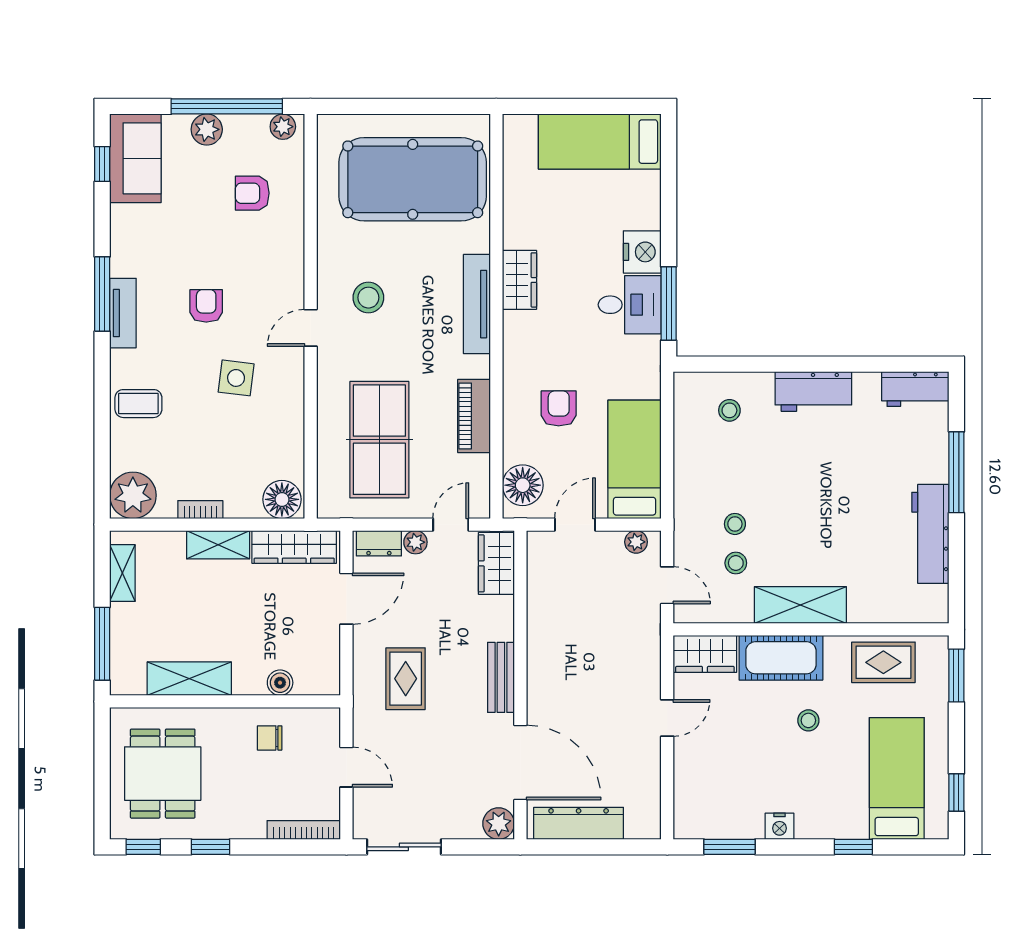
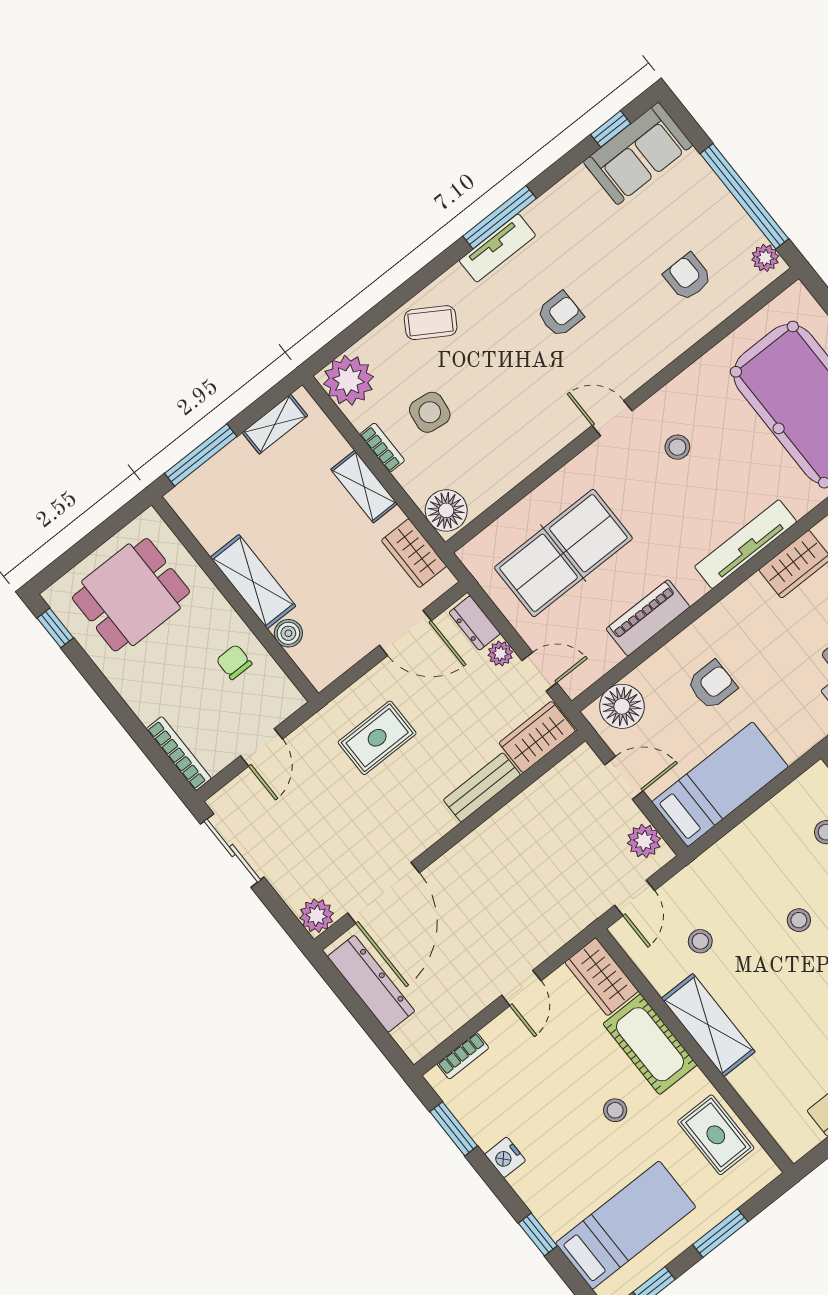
plant: (207, 129) -> (711, 195), removed
stool: (368, 298) -> (677, 447), width x0.73, depth x0.73
side table: (236, 378) -> (430, 412), moved
coffee table: (138, 404) -> (431, 323), turned -58
stool: (735, 524) -> (799, 920), moved
plant: (636, 542) -> (644, 841), width x1.38, depth x1.38
wardrobe: (294, 547) -> (414, 553), width x0.67
window: (956, 675) -> (720, 1233), moved
bench: (501, 677) -> (482, 787), moved
shelving: (189, 679) -> (253, 582), moved
door: (667, 718) -> (521, 988), hinge flipped
bookcase: (683, 799) -> (463, 1056), added
window: (210, 847) -> (101, 685), removed

